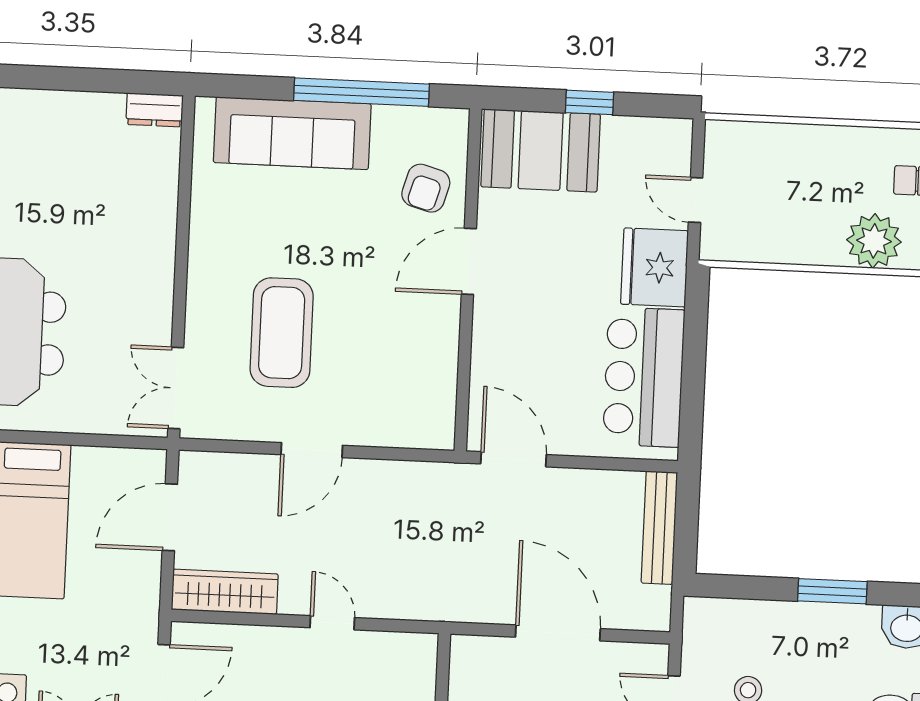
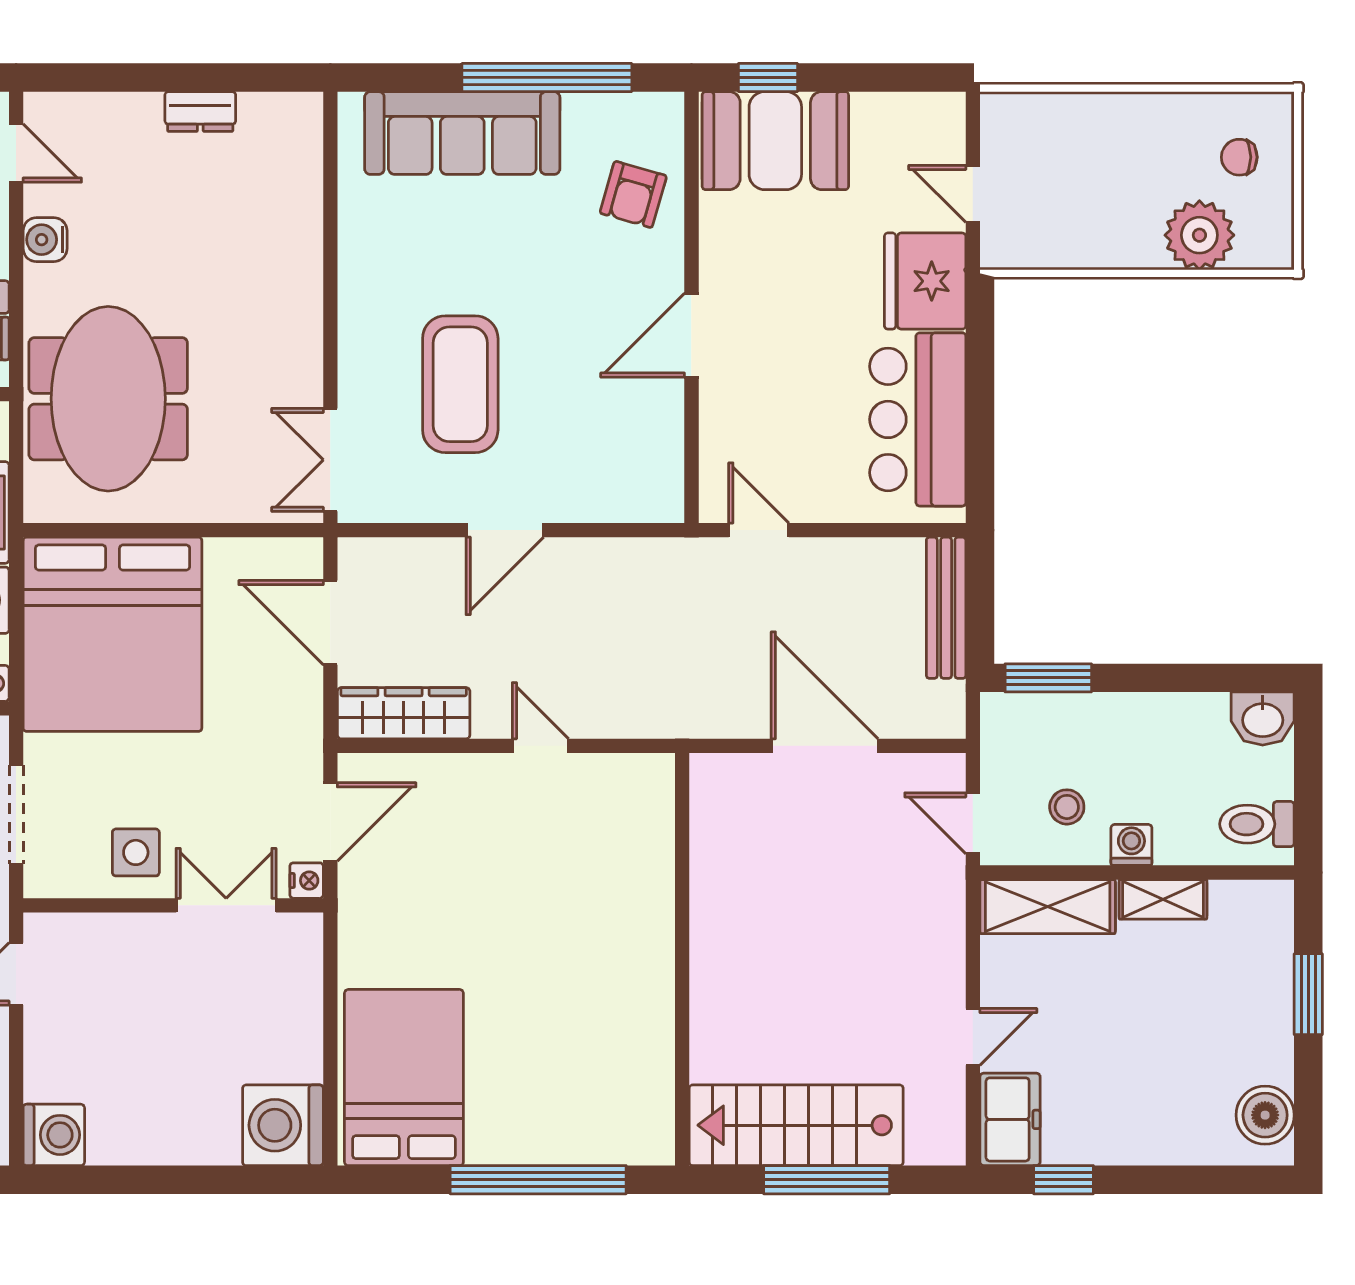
window: (589, 102) -> (768, 77), moved
dresser: (155, 110) -> (200, 111), moved
door: (469, 261) -> (691, 335), moved
door: (513, 459) -> (759, 530), width x0.73
door: (170, 517) -> (330, 623), hinge flipped
window: (832, 591) -> (1048, 678), moved

